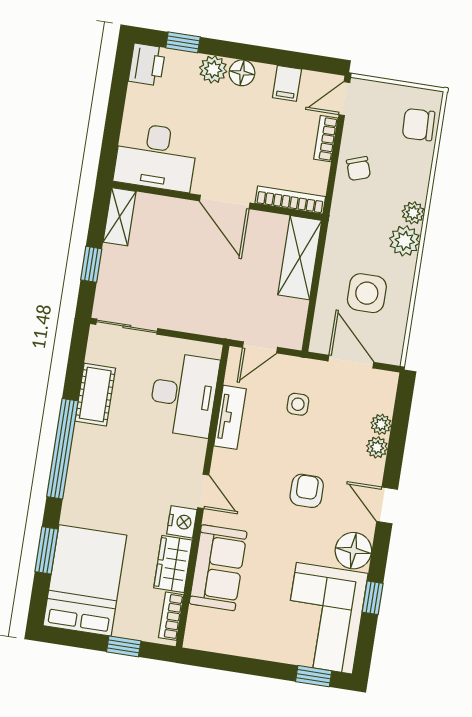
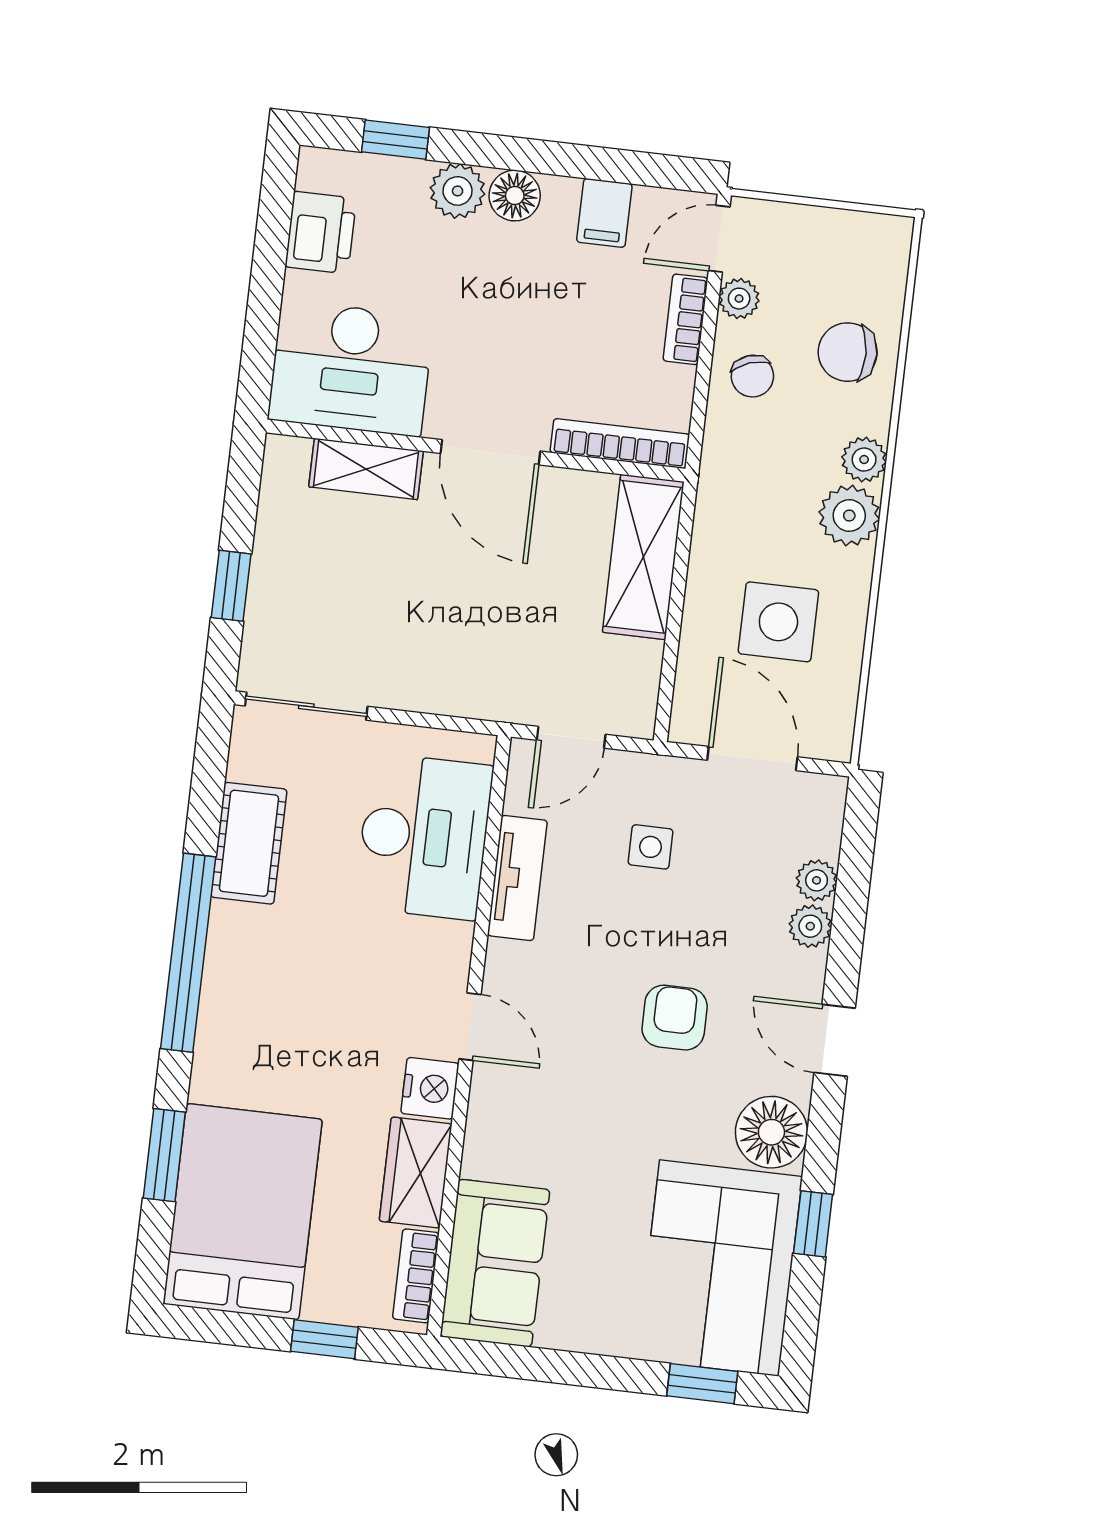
printer: (147, 65) -> (321, 233), moved
chair: (418, 125) -> (848, 352), moved
plant: (353, 129) -> (739, 299), added
shelving: (120, 217) -> (366, 469), moved, turned 90
sofa: (218, 568) -> (495, 1263), moved

